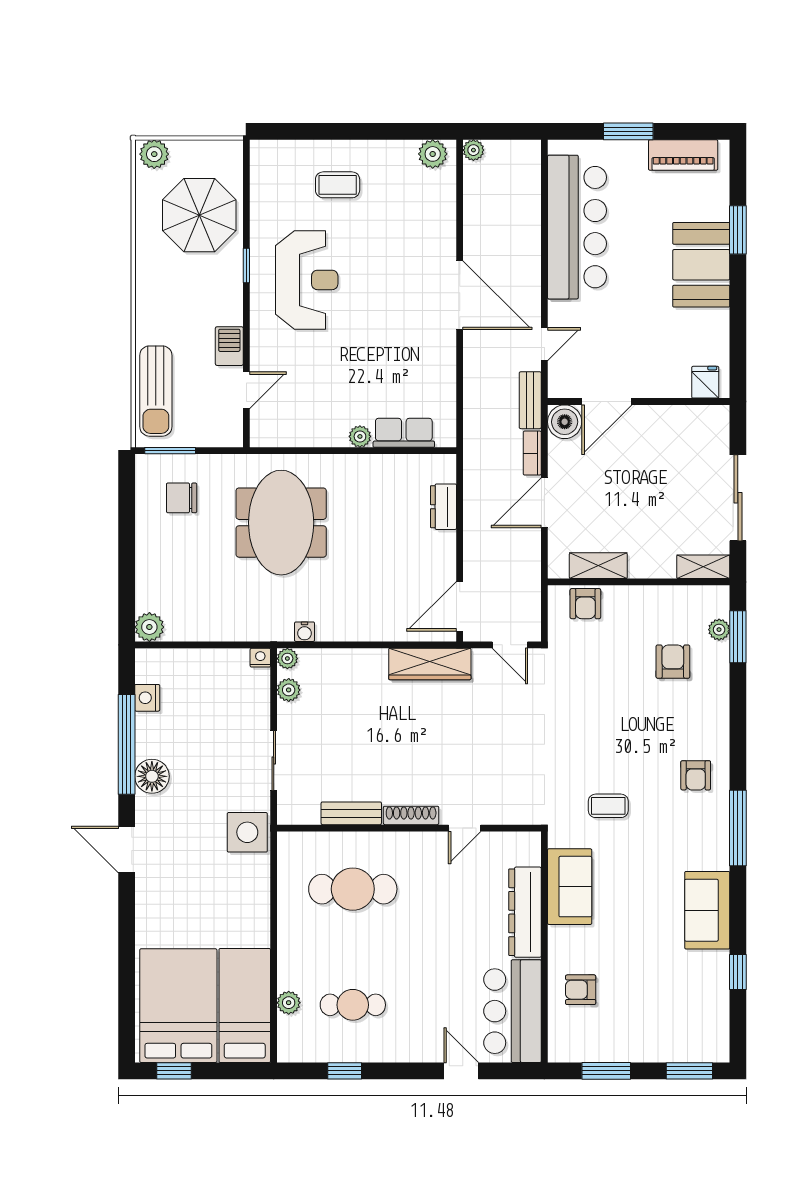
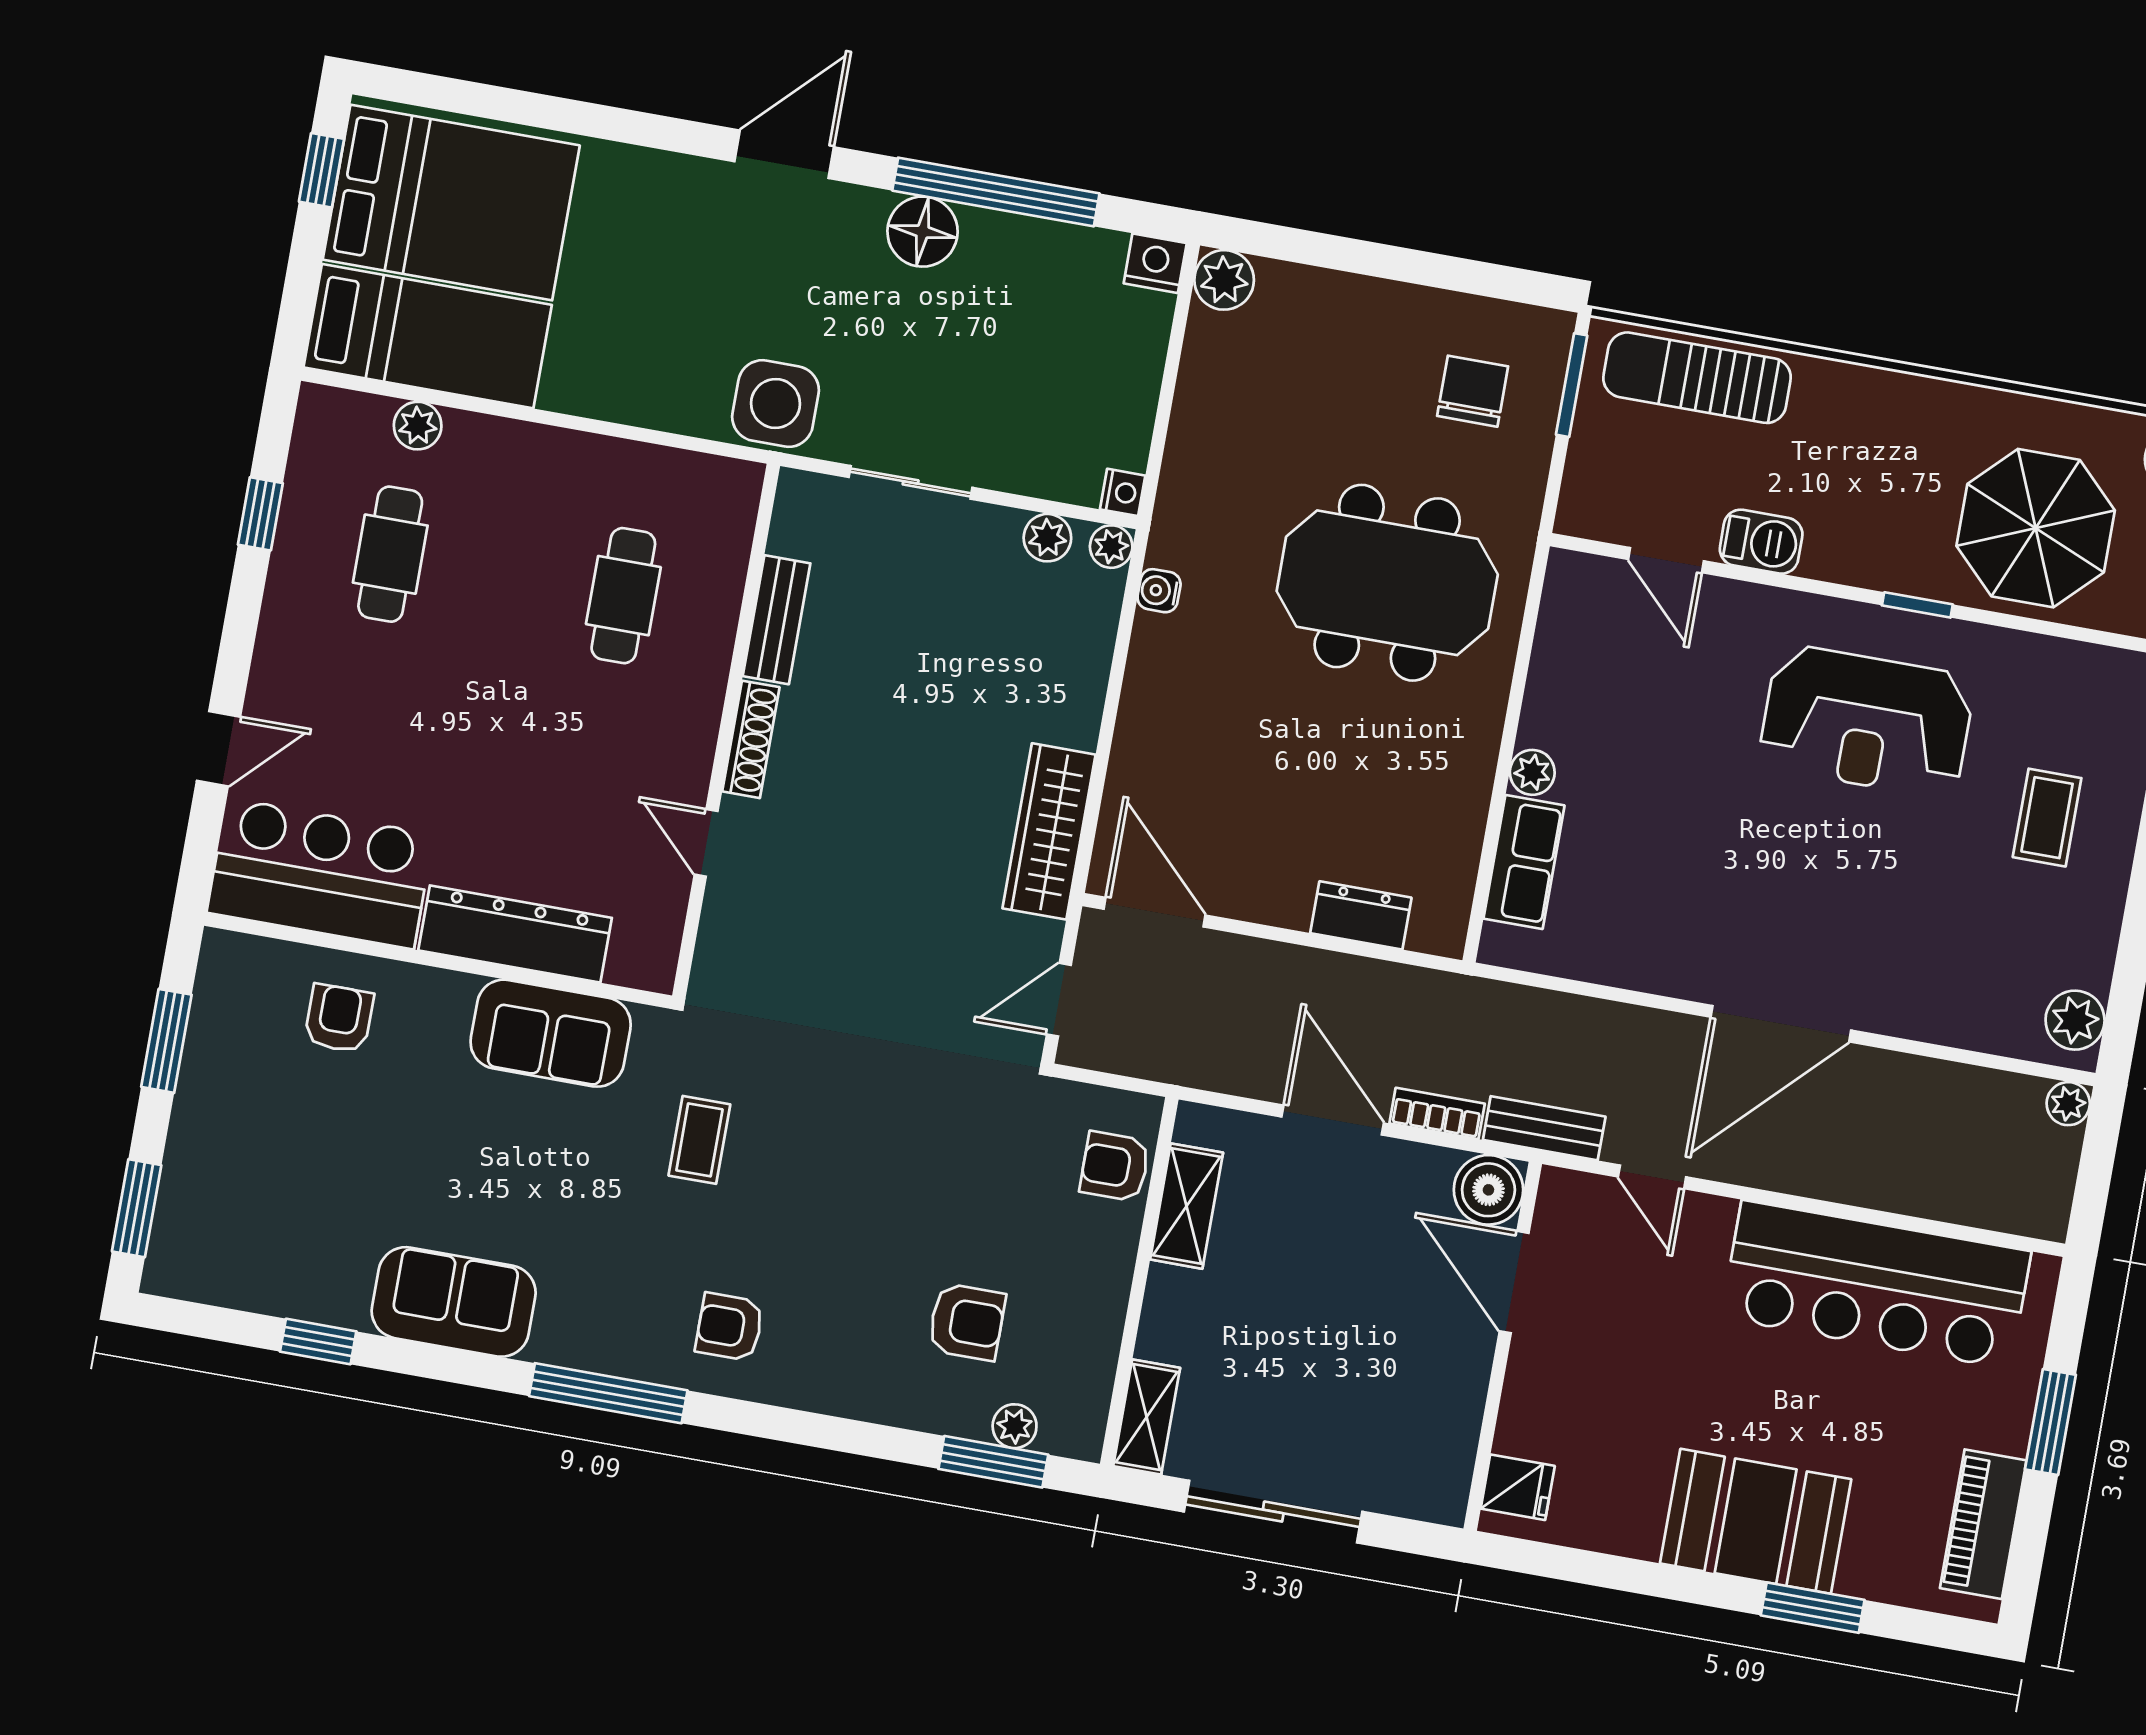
nightstand: (147, 698) -> (1155, 263), moved
cafe table: (353, 889) -> (623, 596), width x0.73, depth x0.74

